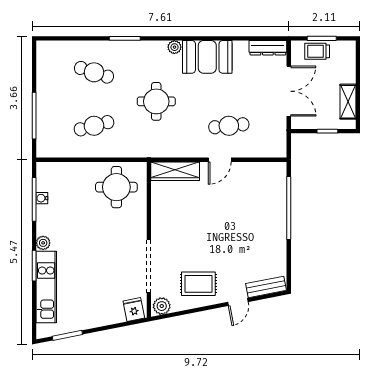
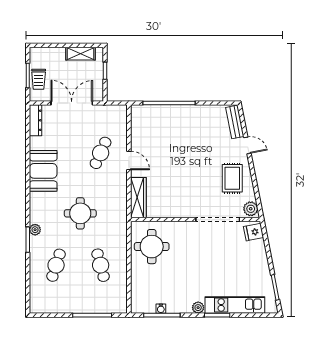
plant: (174, 47) -> (35, 230), moved
cafe table: (229, 126) -> (101, 153), turned 30

